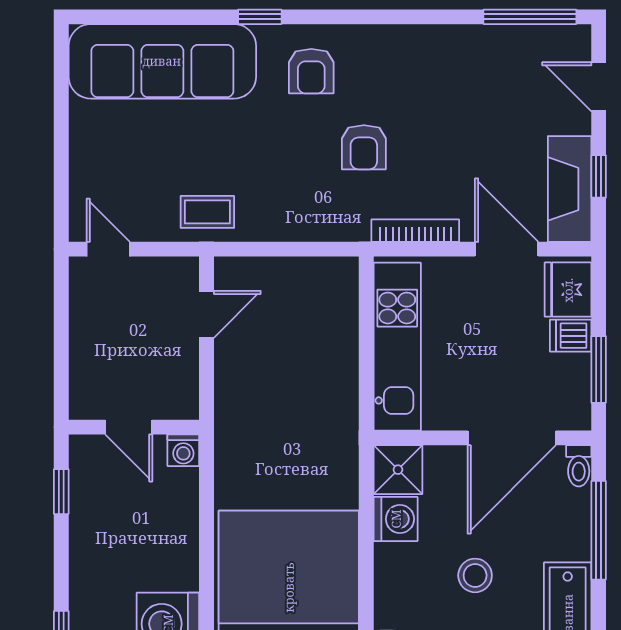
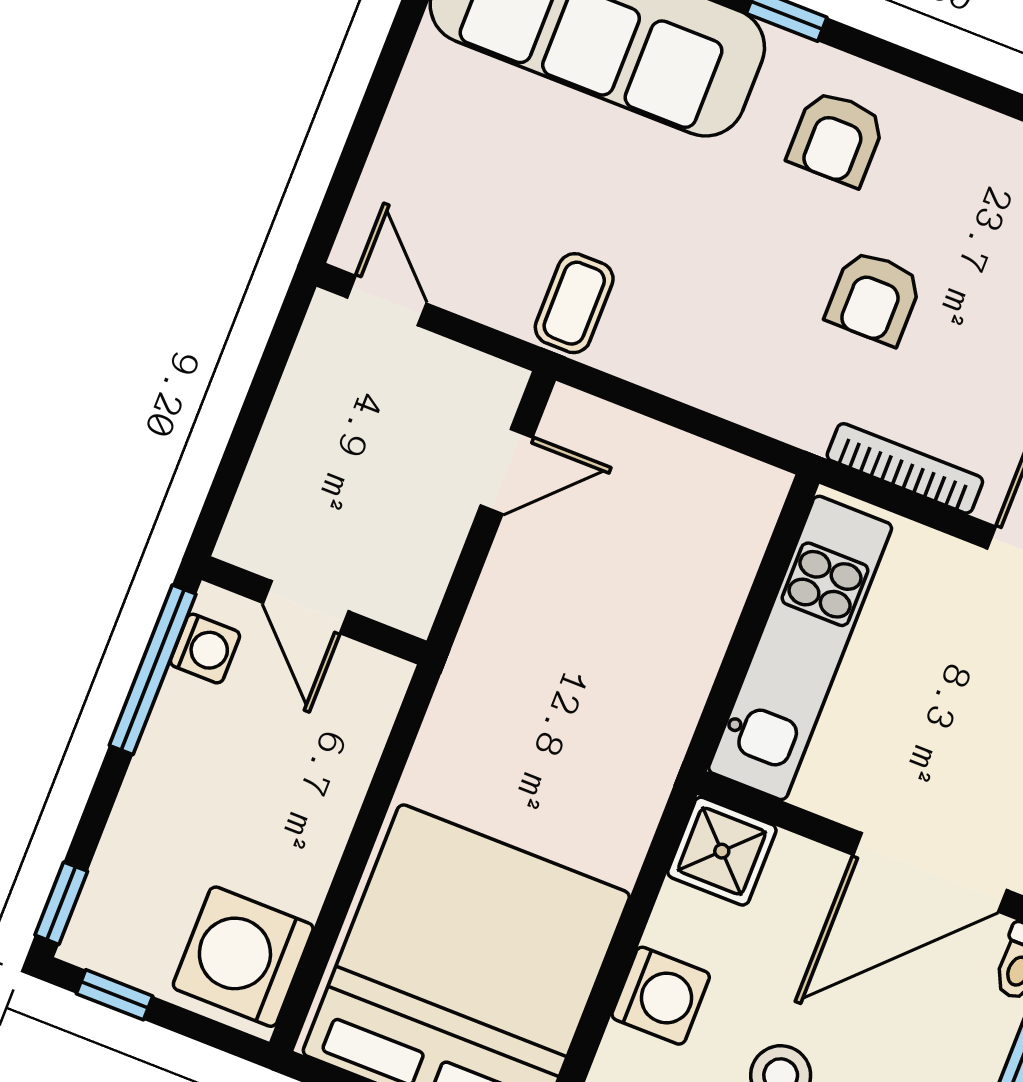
coffee table: (207, 212) -> (574, 303), turned 90
washing machine: (183, 450) -> (205, 649), moved, turned -90
window: (61, 492) -> (153, 670), width x2.17
washing machine: (396, 519) -> (661, 996), moved

